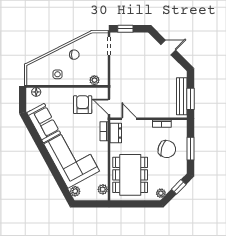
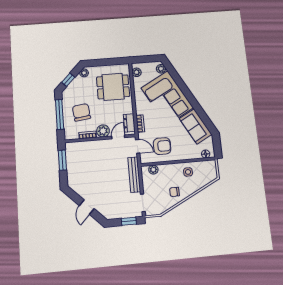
door: (168, 47) -> (87, 207), hinge flipped
bench: (182, 96) -> (134, 175), moved
armchair: (83, 105) -> (162, 146), turned -90
door: (129, 119) -> (118, 137), swing flipped
plant: (145, 127) -> (103, 131), added
chair: (167, 149) -> (81, 112), turned 66
window: (191, 149) -> (60, 114), width x1.44
dining table: (130, 175) -> (113, 87), width x0.73

